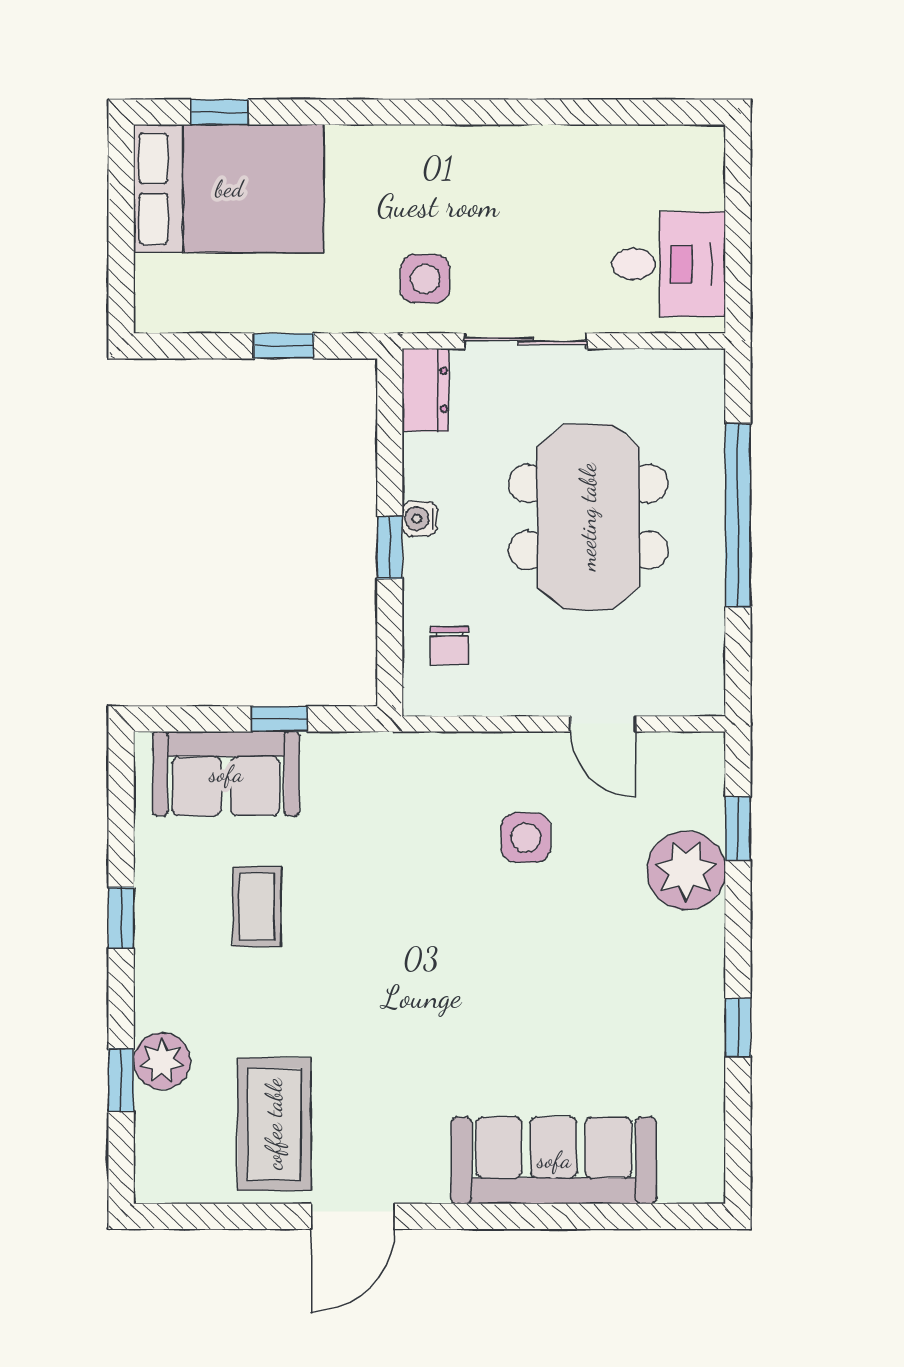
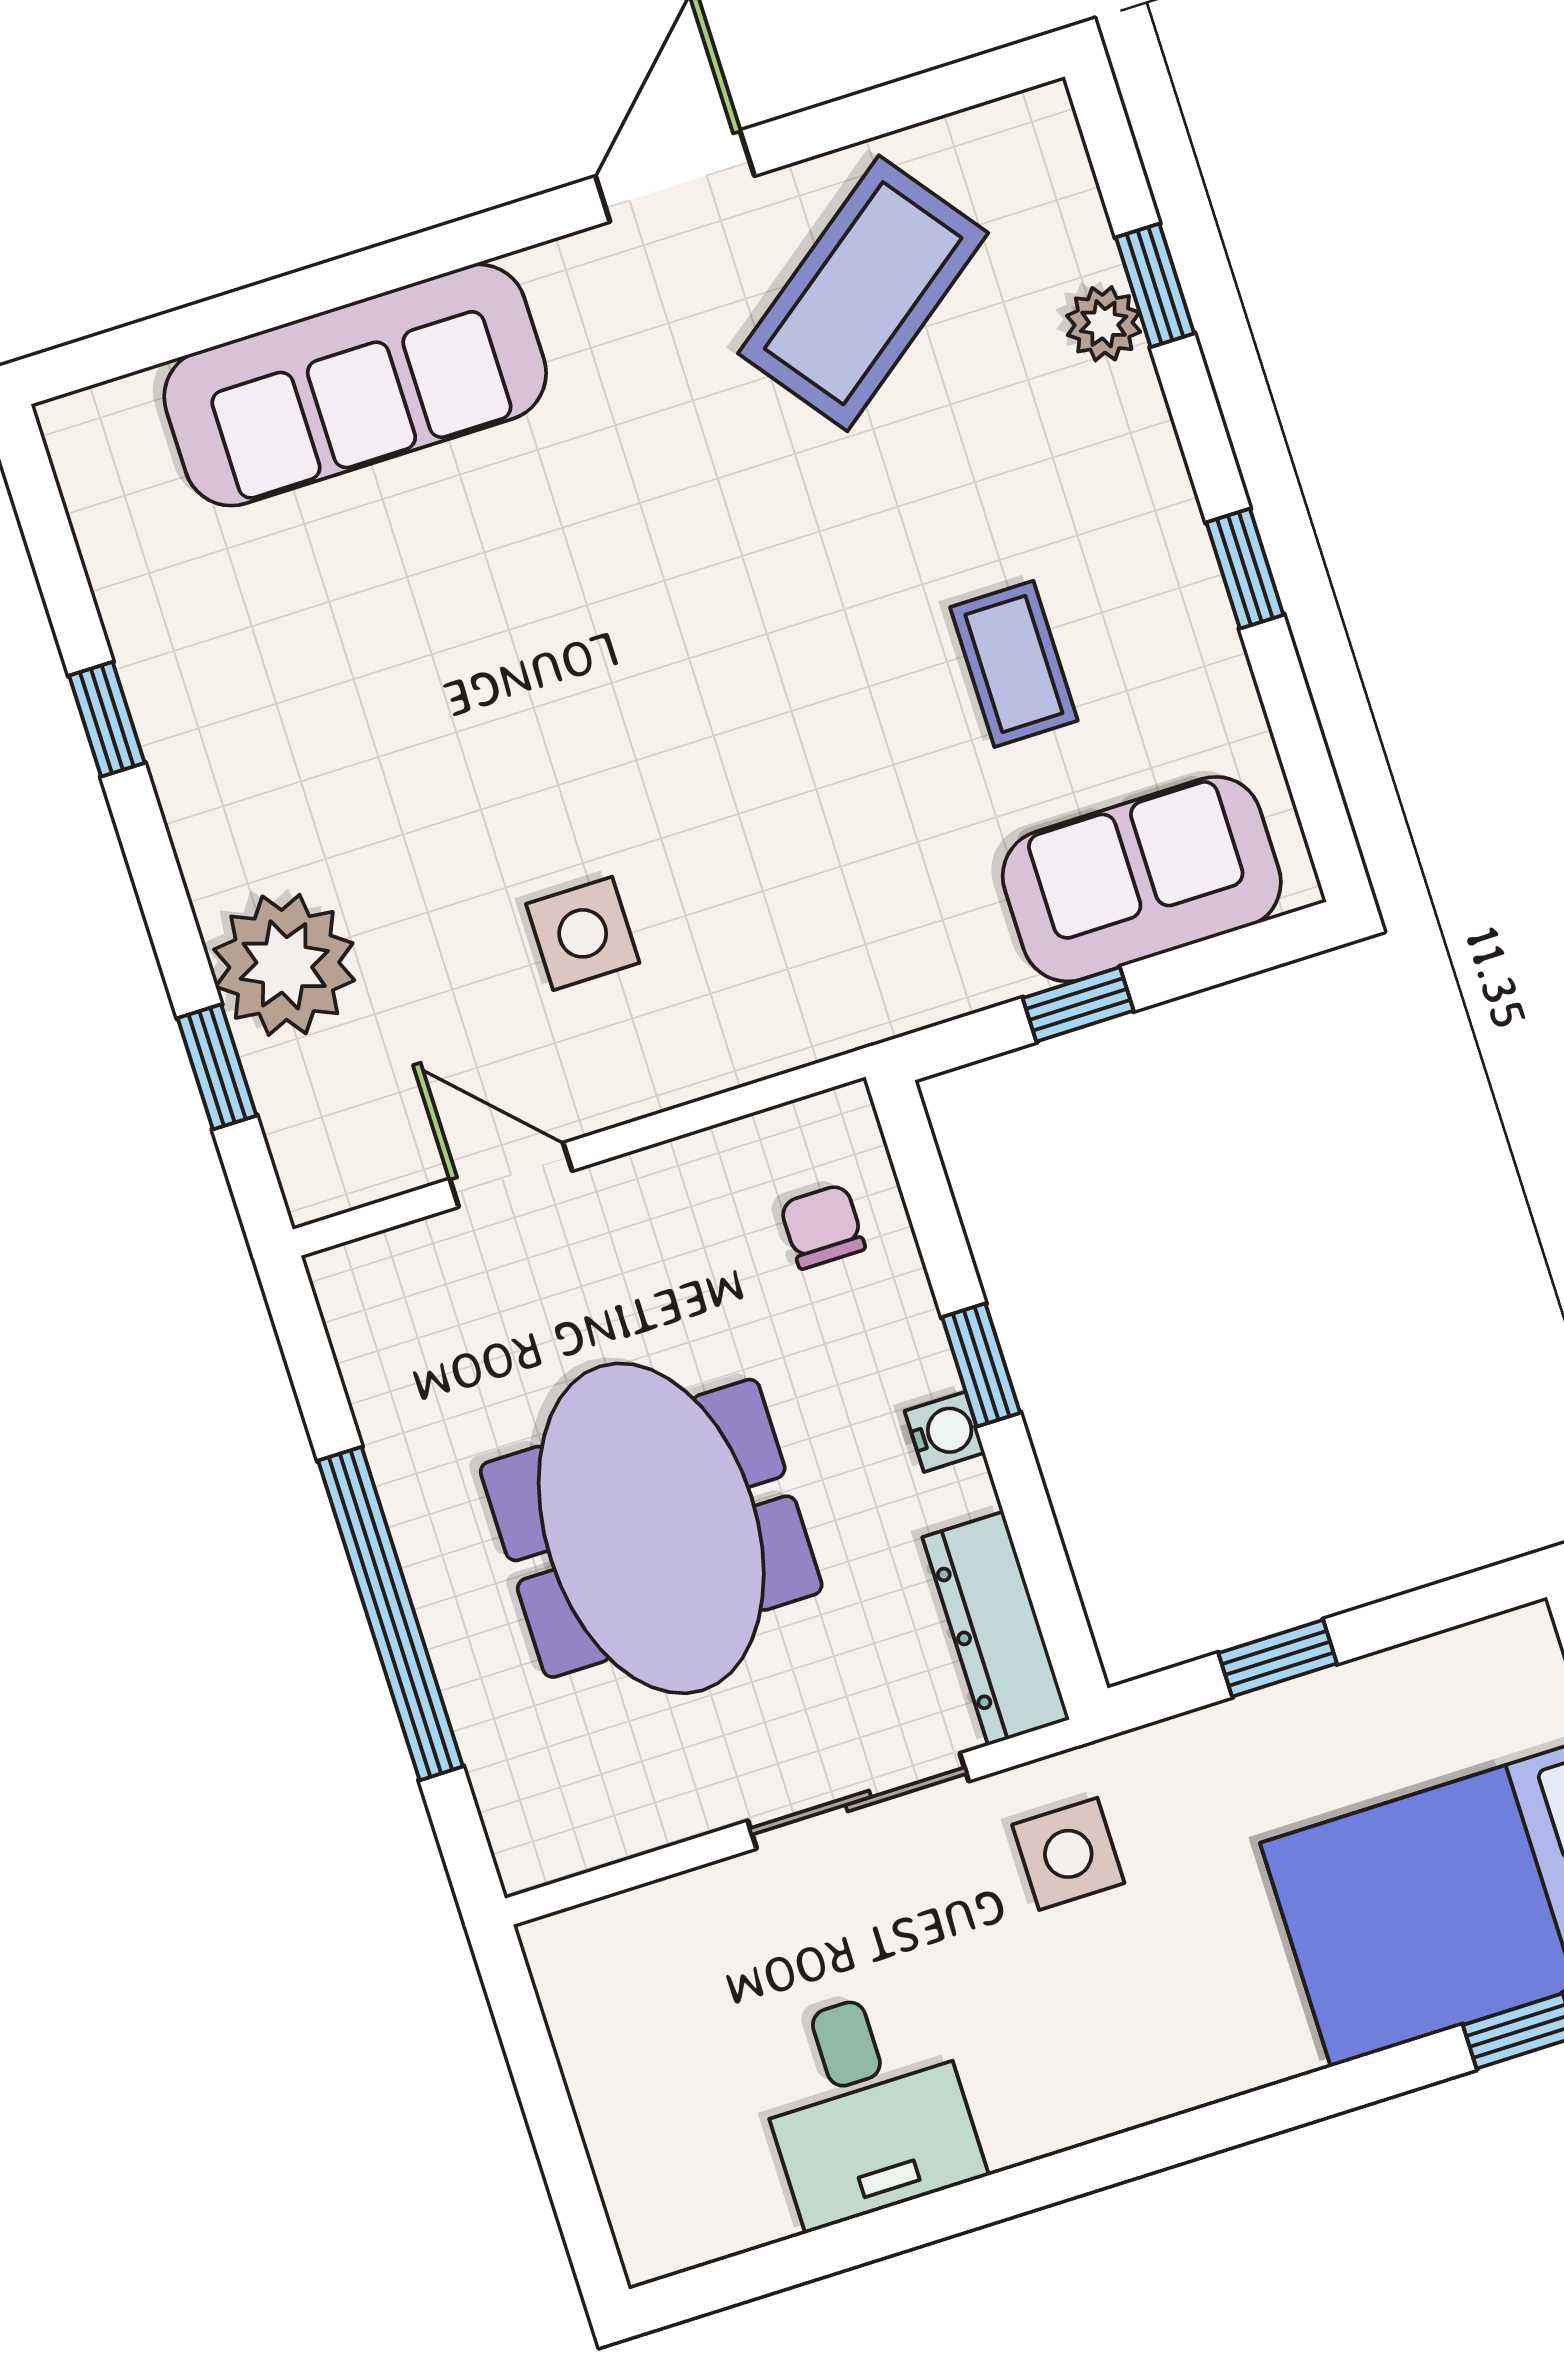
desk: (669, 264) -> (866, 2105), moved, turned -90
dresser: (425, 390) -> (996, 1628), width x1.44
plant: (162, 1061) -> (1104, 324), width x0.73, depth x0.73
coffee table: (274, 1124) -> (863, 293), turned 53

